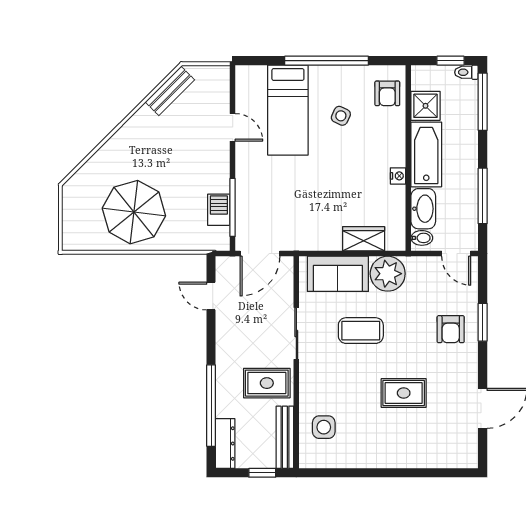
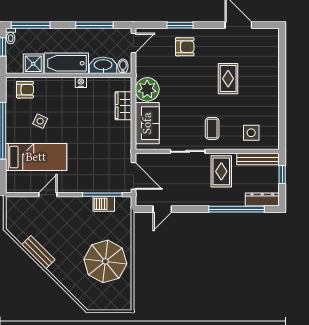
bench: (170, 91) -> (38, 252), moved
coffee table: (361, 331) -> (212, 128), moved, width x0.73, depth x0.77

